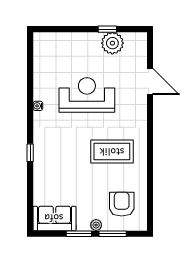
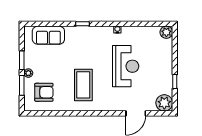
plant: (41, 40) -> (166, 32), added
plant: (112, 43) -> (164, 103), moved
sofa: (54, 218) -> (48, 35), moved, turned 90

